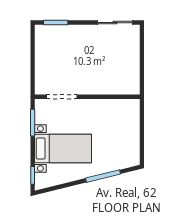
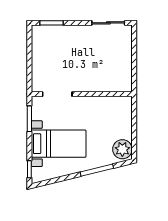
plant: (130, 154) -> (122, 149), added

